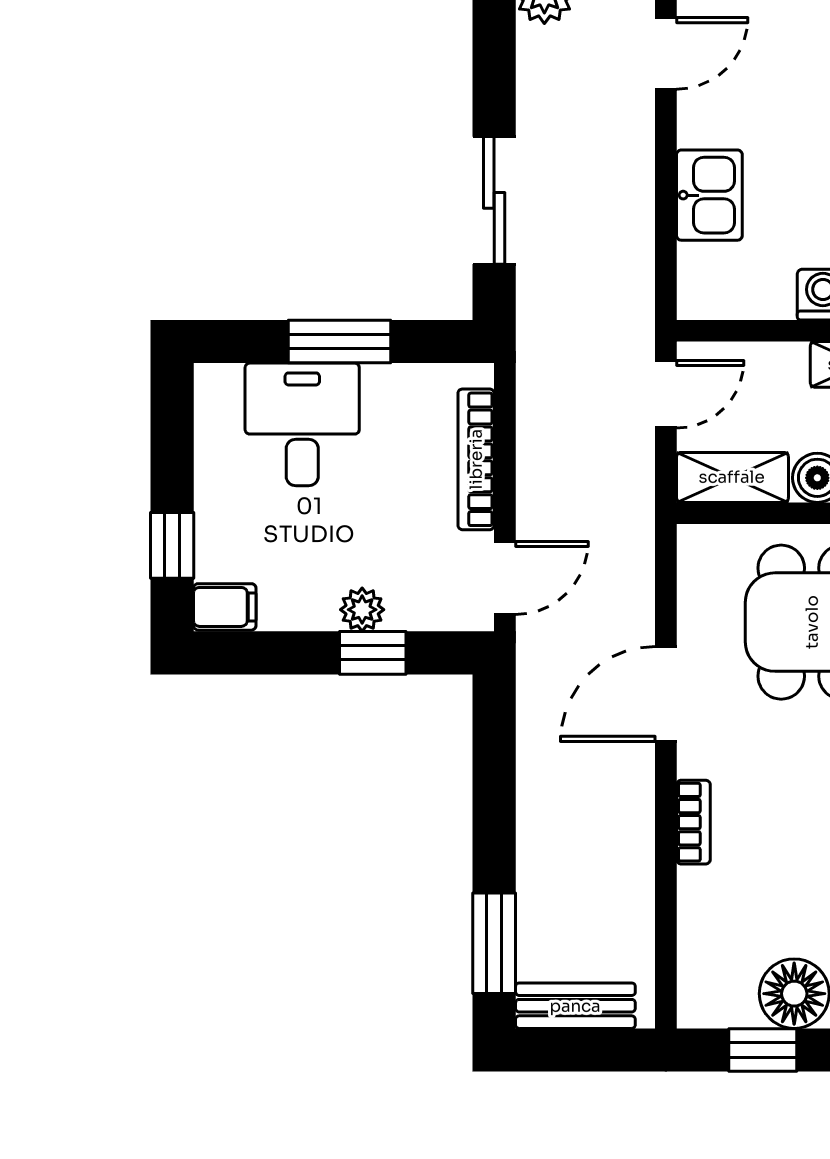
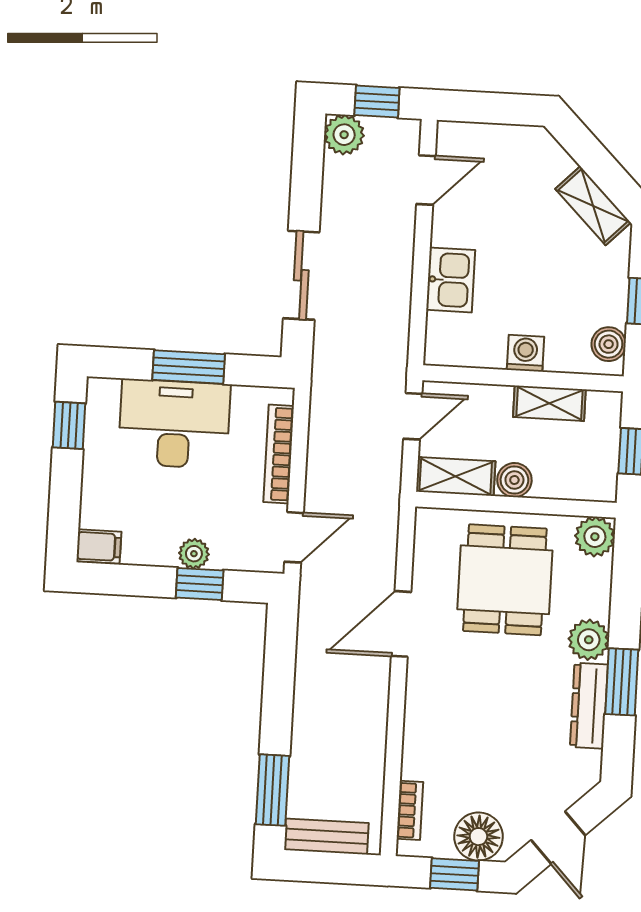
desk: (302, 424) -> (174, 424), width x1.37
window: (172, 545) -> (69, 425), moved
bookcase: (693, 822) -> (410, 810), moved

